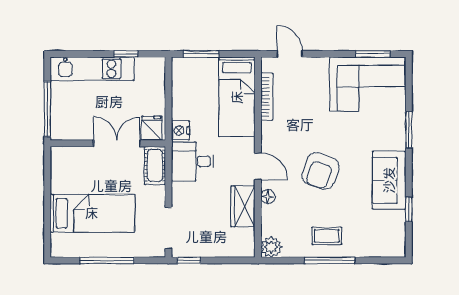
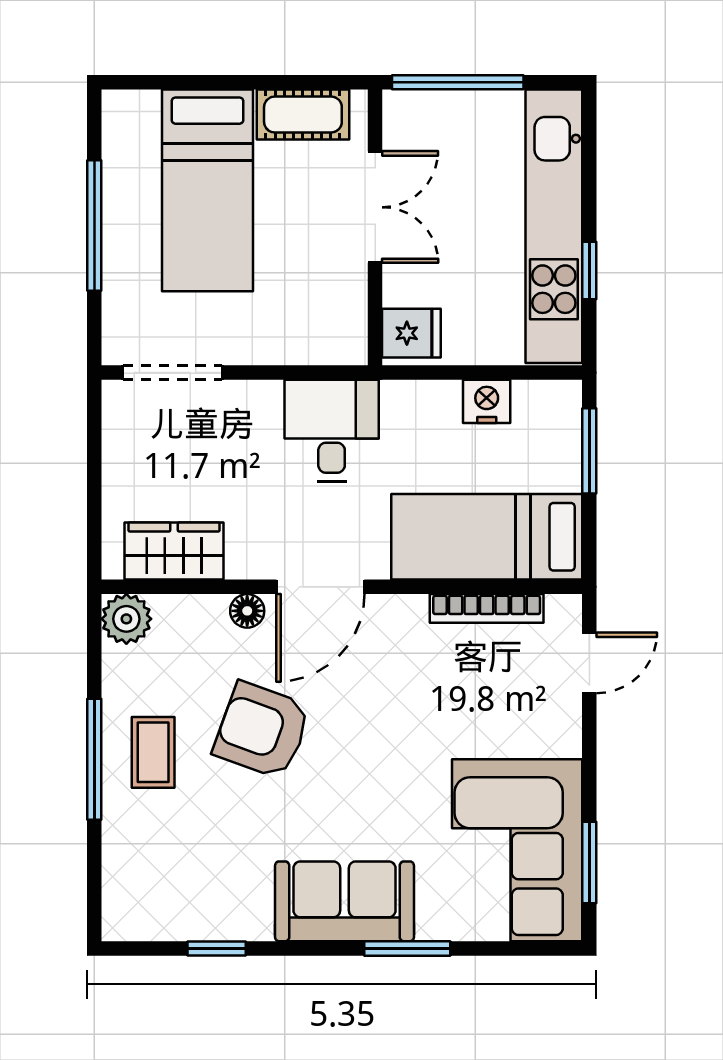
kitchen unit: (92, 69) -> (554, 226), width x1.36
nightstand: (180, 130) -> (487, 401), moved
double door: (117, 143) -> (375, 207), moved
cot: (155, 166) -> (303, 115), moved
door: (258, 166) -> (320, 587), width x1.38
armchair: (320, 171) -> (262, 730), moved
sofa: (389, 180) -> (344, 901), moved
wardrobe: (243, 206) -> (174, 551), moved
window: (189, 260) -> (94, 422), removed

